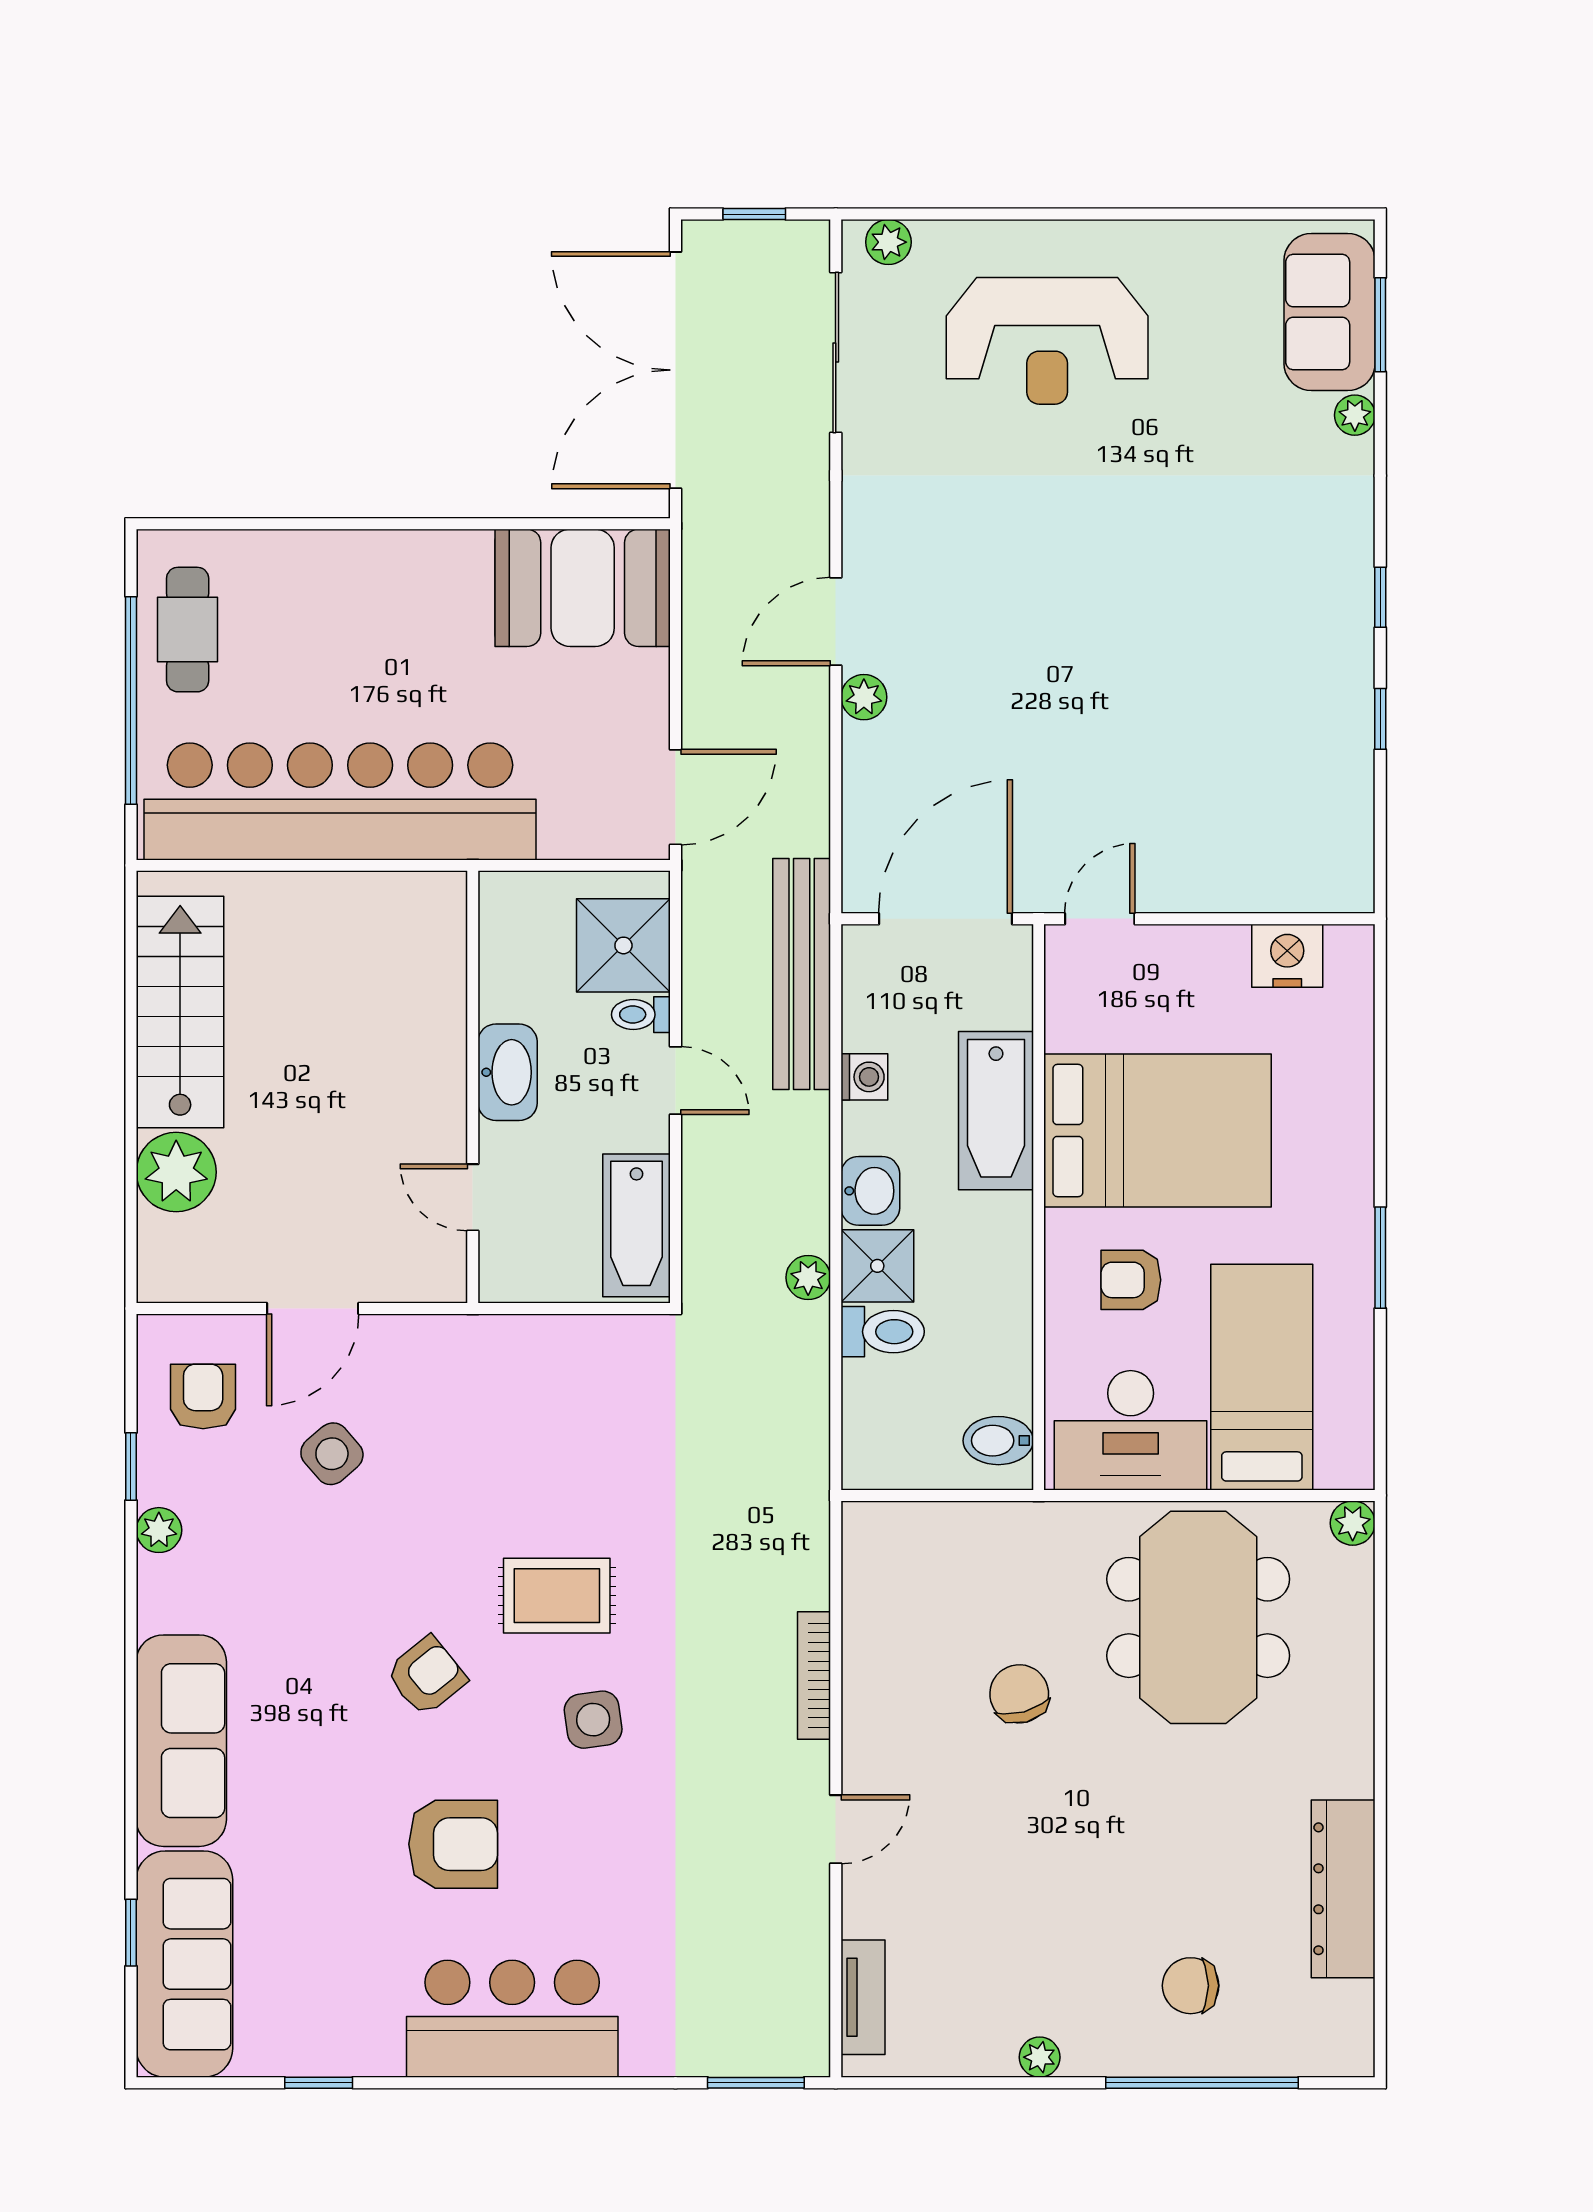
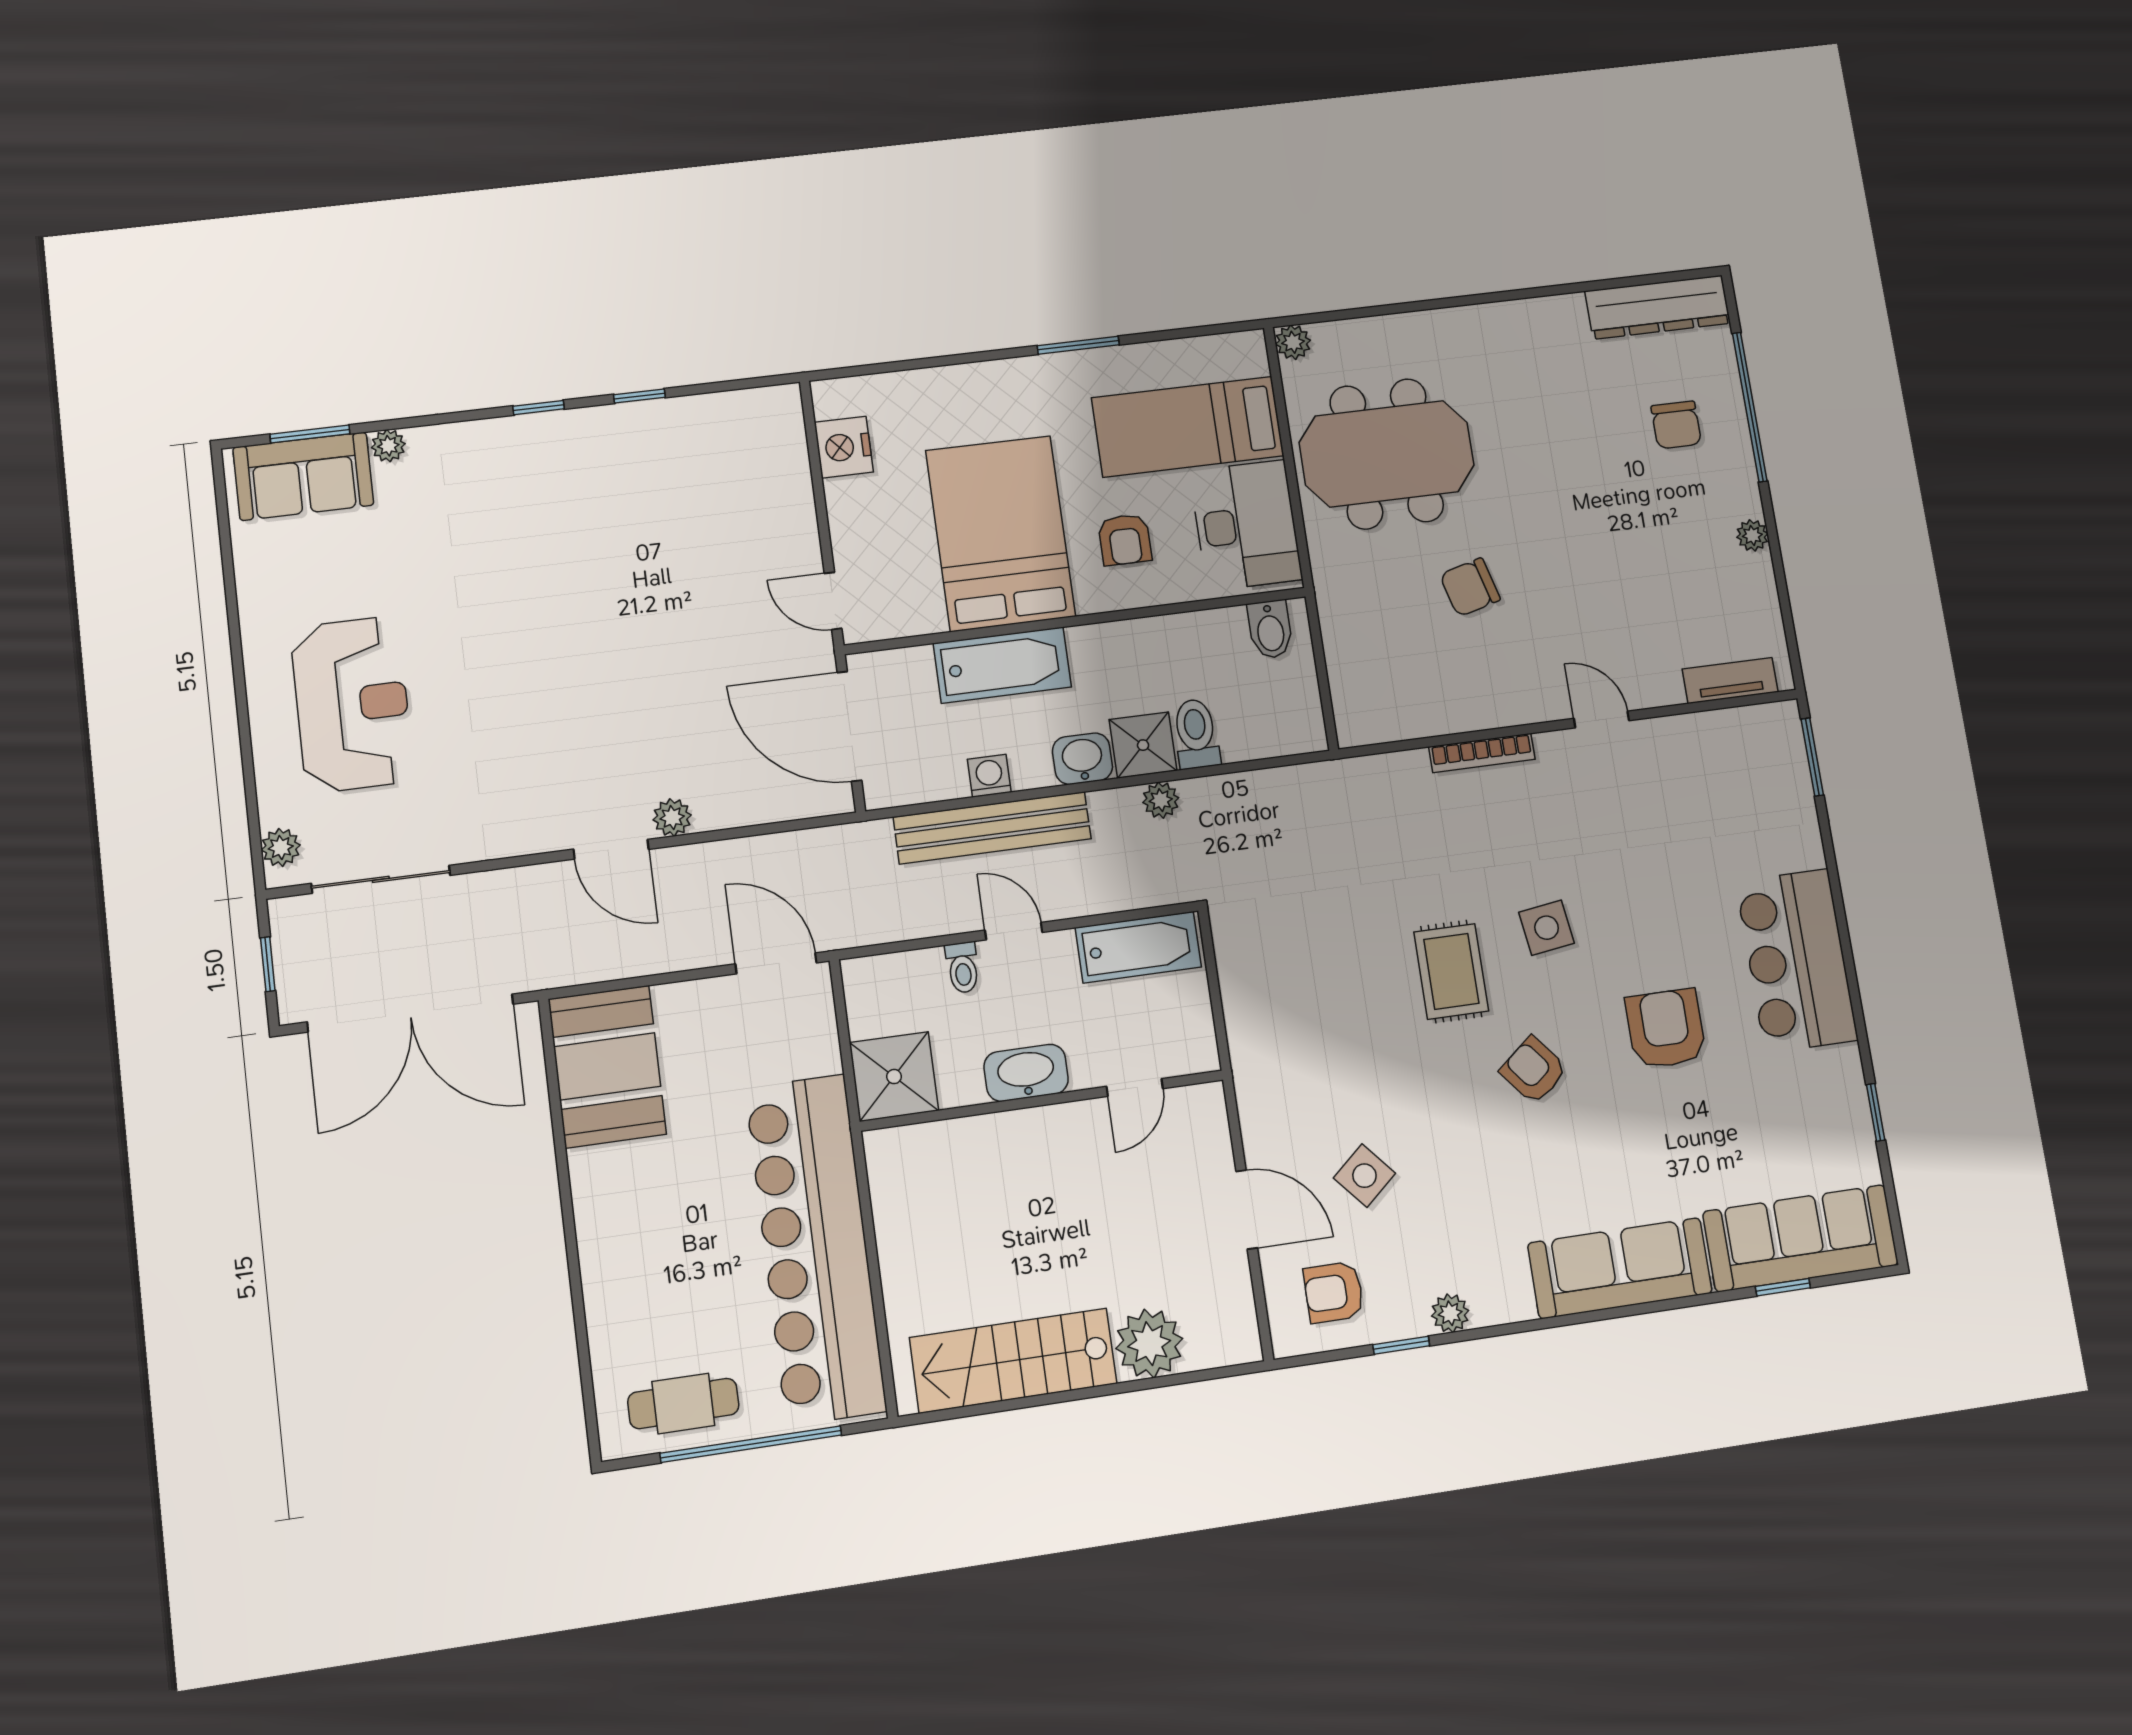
shower: (623, 945) -> (894, 1077), moved
bench: (802, 974) -> (992, 828), moved
door: (676, 1080) -> (1014, 931), hinge flipped
dresser: (1343, 1889) -> (1658, 307), moved

